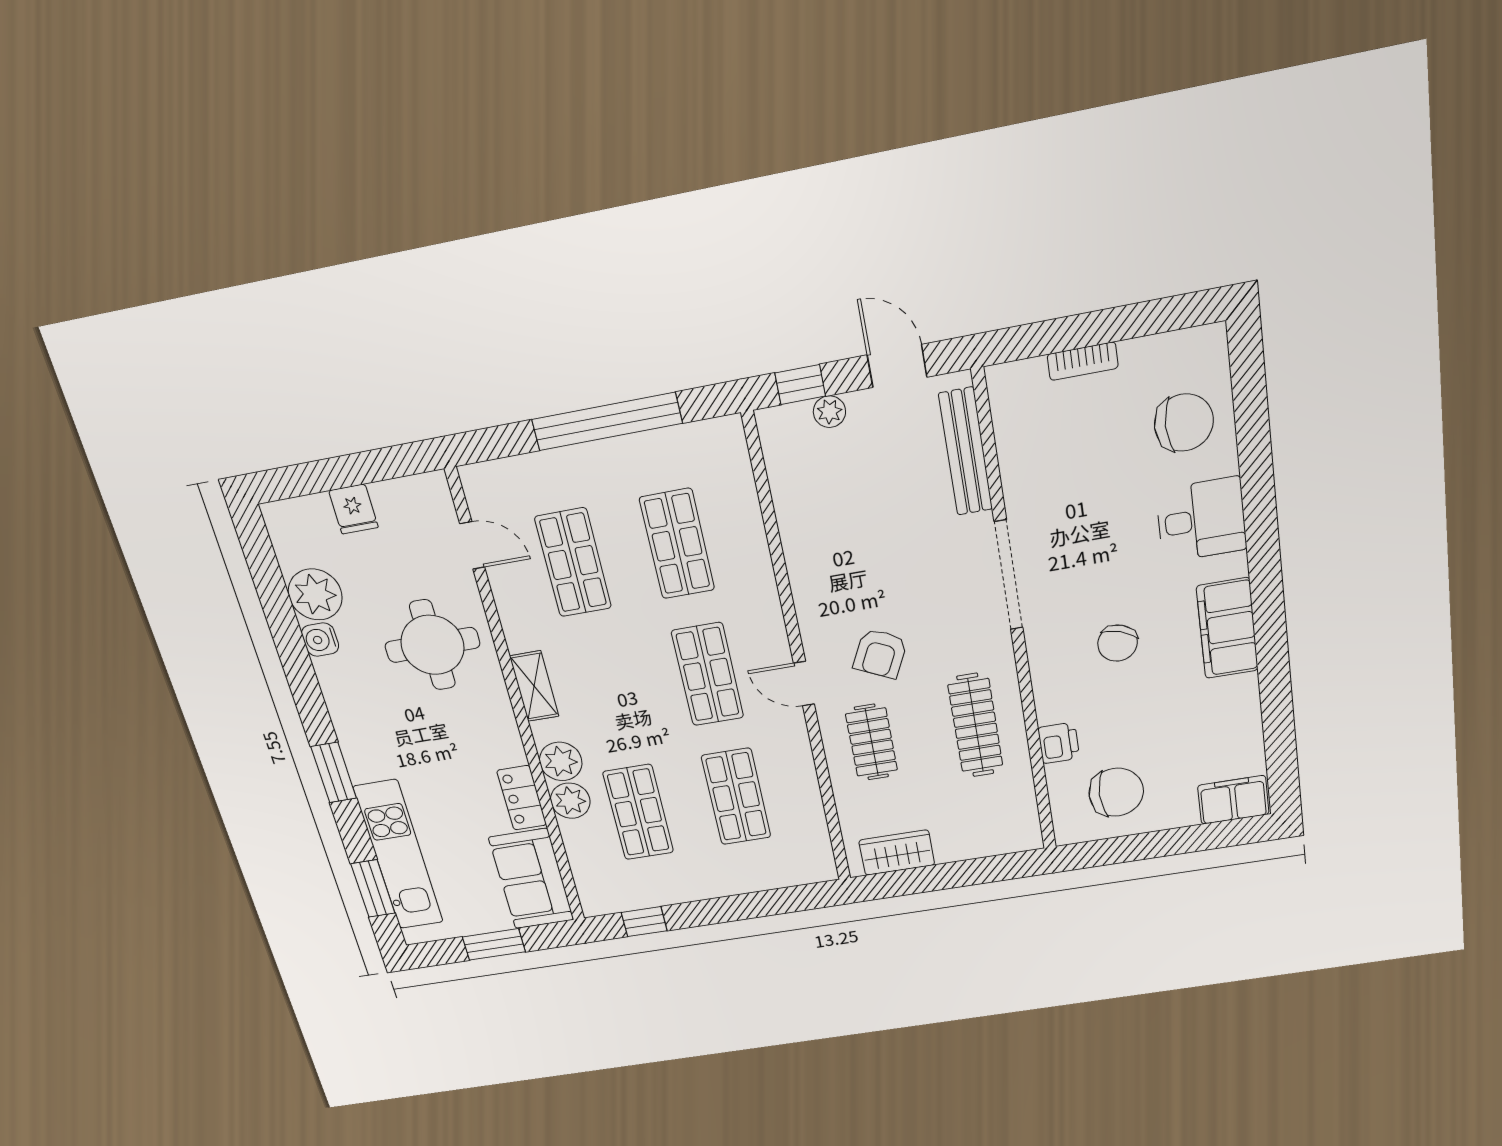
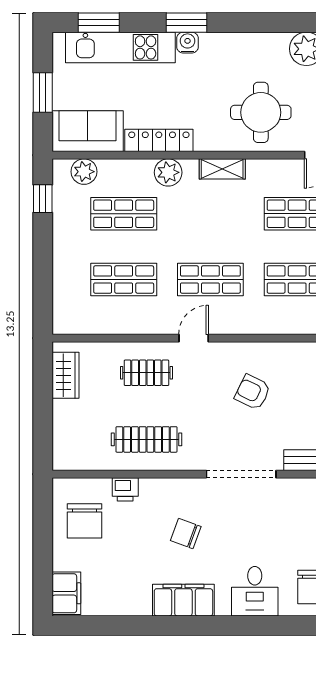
water cooler: (320, 640) -> (188, 43), moved
armchair: (880, 653) -> (253, 392), moved
locker: (522, 798) -> (159, 140), width x1.53
plant: (570, 801) -> (84, 172), moved

